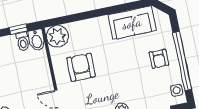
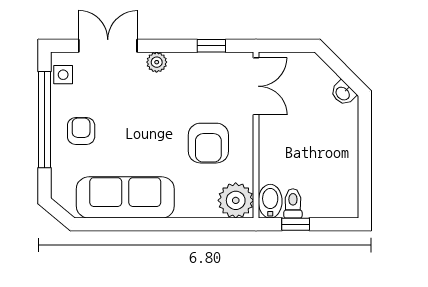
sofa: (132, 23) -> (125, 197), width x1.36

